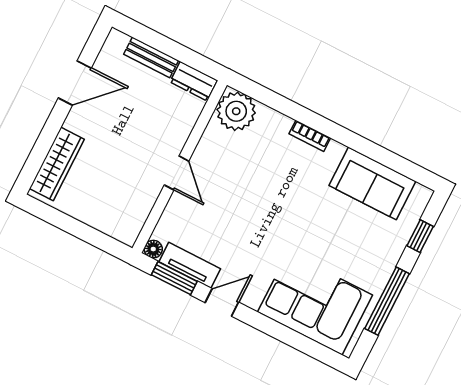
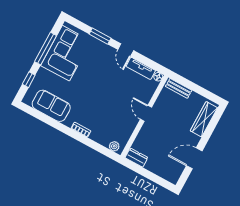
bench: (151, 57) -> (179, 88), moved
plant: (236, 111) -> (114, 146), width x0.53, depth x0.53
window: (174, 278) -> (100, 36), moved
door: (222, 302) -> (126, 50), hinge flipped
corner sofa: (315, 304) -> (66, 53), moved, turned -90

